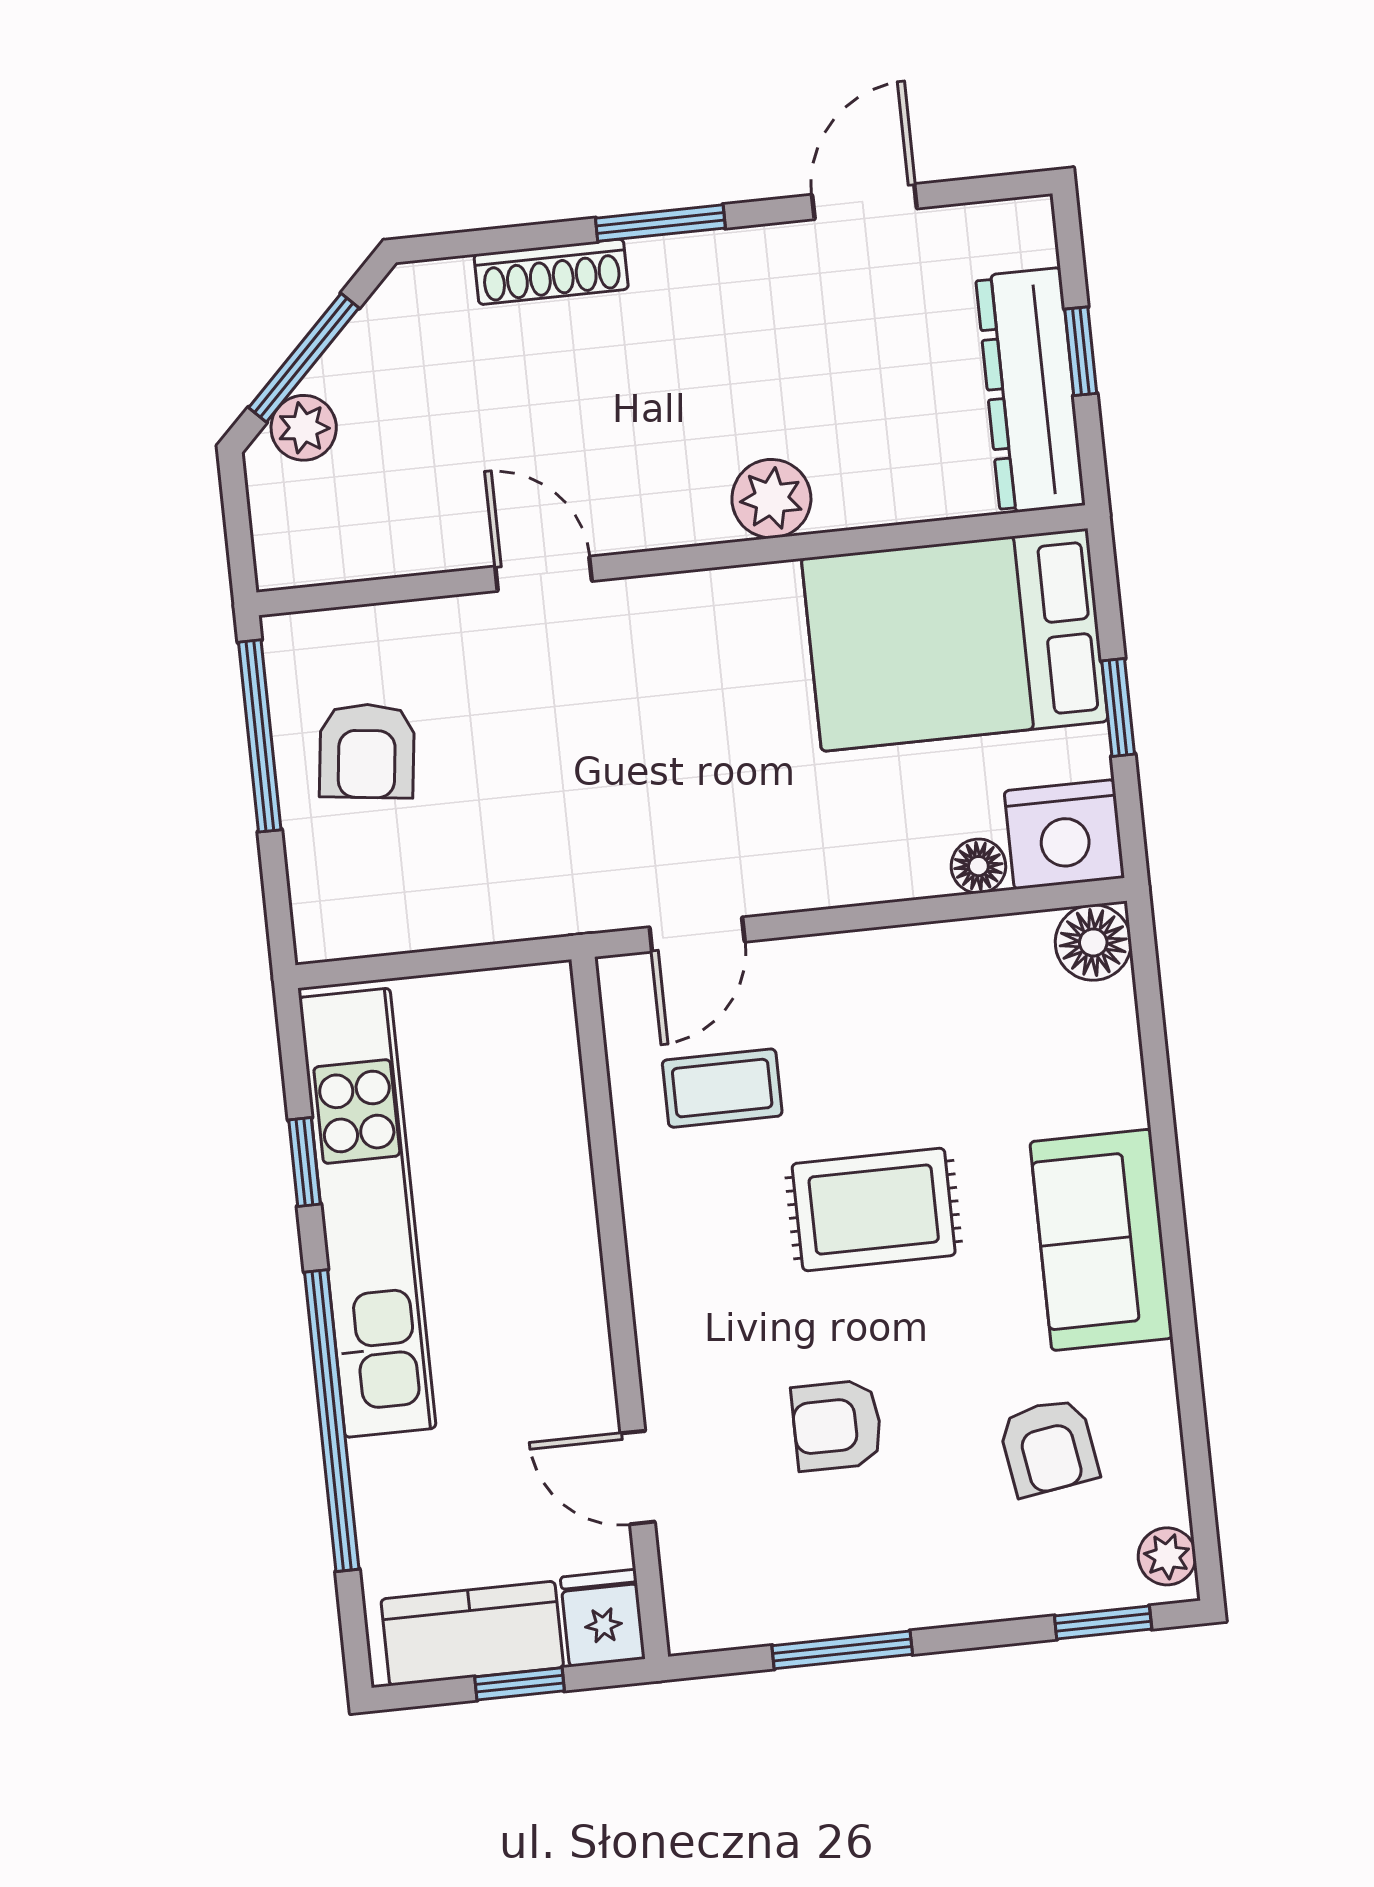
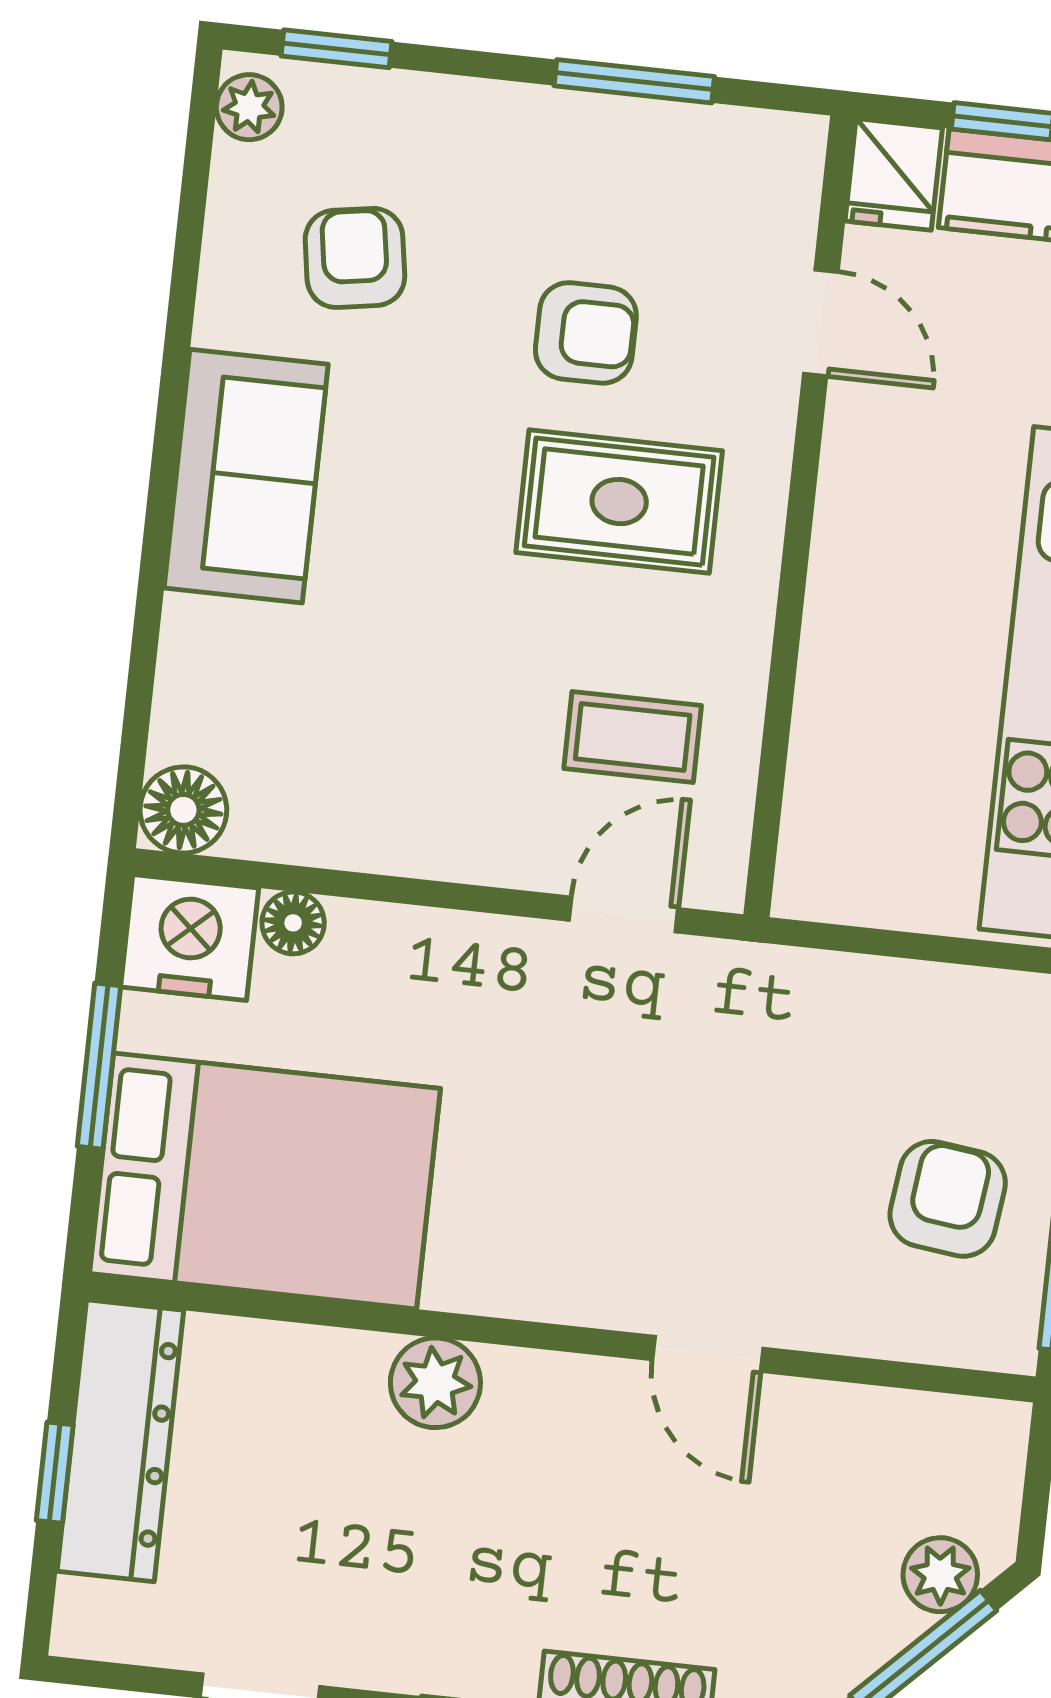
window: (1118, 708) -> (99, 1066), width x1.50
rug: (874, 1209) -> (619, 502), moved

